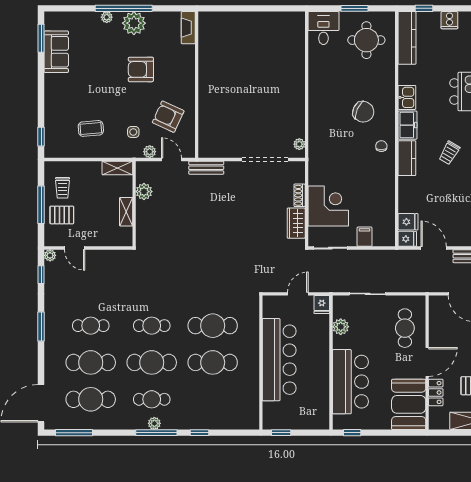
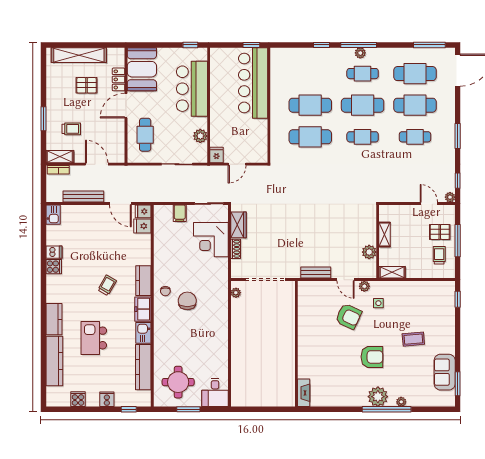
fireplace: (188, 28) -> (304, 393), moved
kitchen counter: (407, 38) -> (143, 367), moved
wall: (197, 85) -> (296, 344), moved
chair: (363, 112) -> (187, 301), moved, turned 66
coffee table: (91, 128) -> (413, 339), moved
bar counter: (279, 360) -> (253, 83), moved

